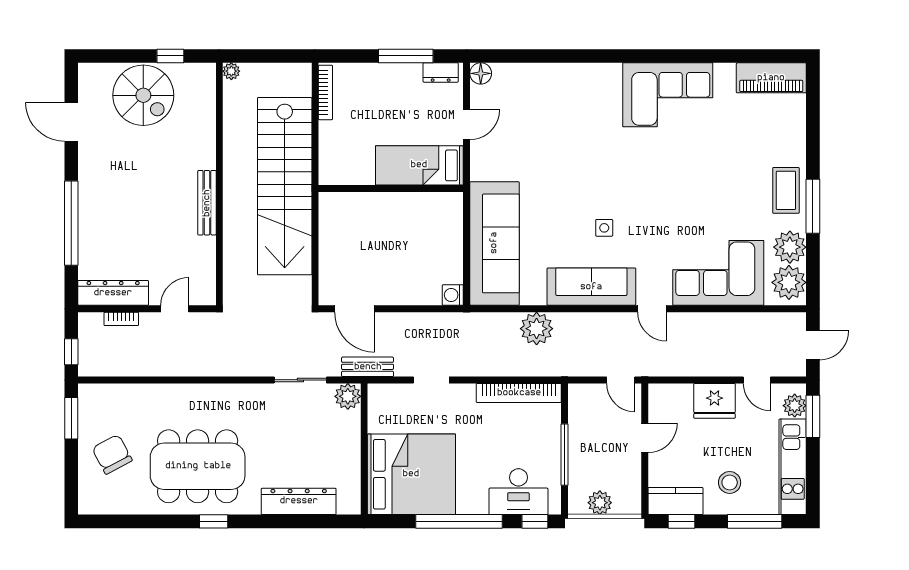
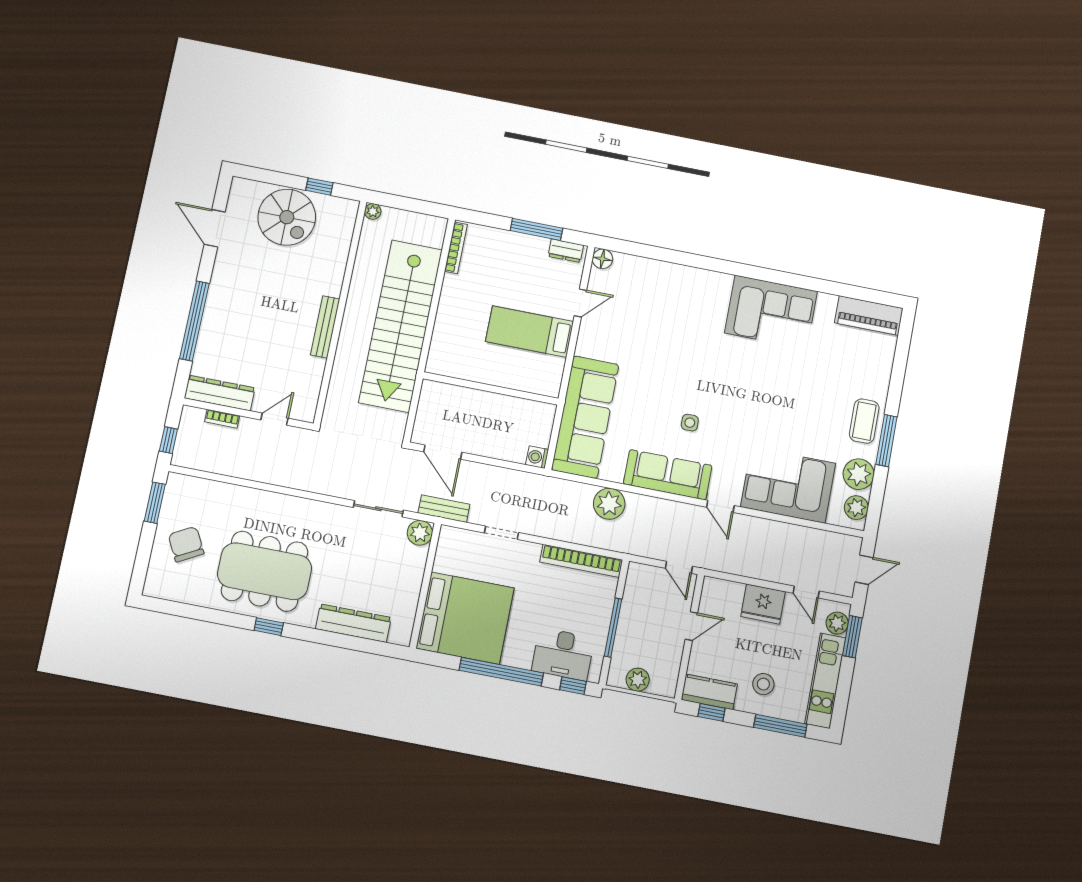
wall: (391, 188) -> (491, 388), moved
plant: (789, 282) -> (856, 508), width x0.73, depth x0.73

